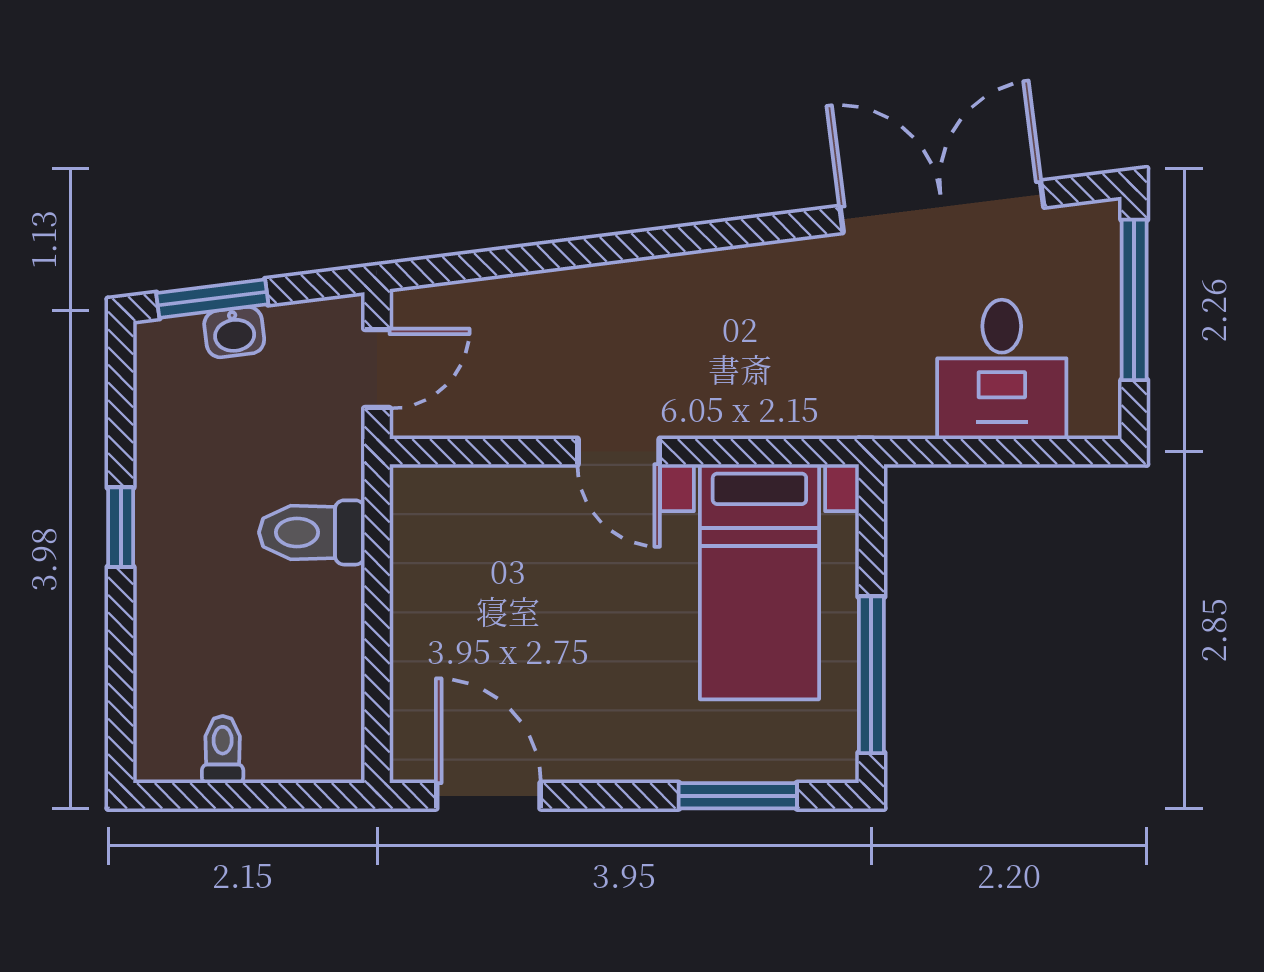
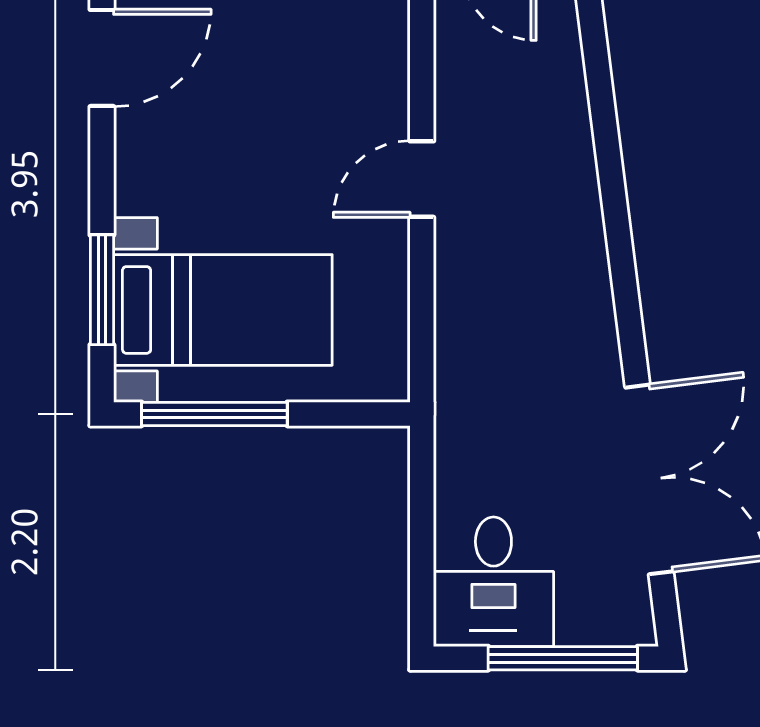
desk: (1002, 369) -> (493, 582), moved, turned -90
bed with nightstands: (759, 582) -> (223, 310), moved, turned 180

